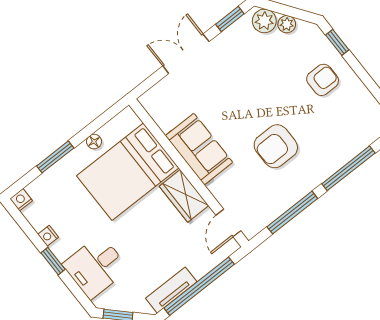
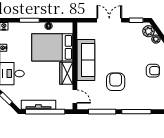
armchair: (276, 146) -> (116, 82), turned 90
sofa: (199, 149) -> (86, 60), width x1.36
door: (228, 223) -> (75, 97), swing flipped
tv unit: (171, 290) -> (38, 105), width x1.41

